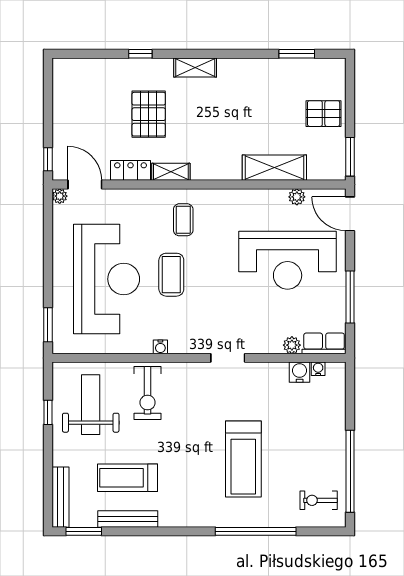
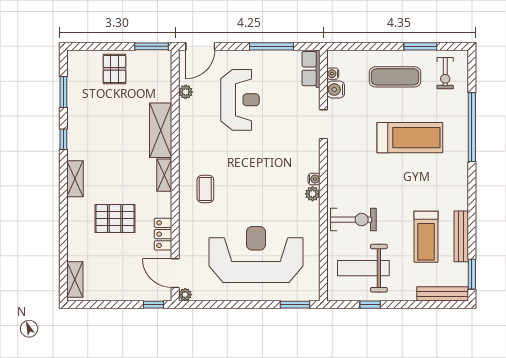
window: (140, 54) -> (63, 139), moved
shelving: (77, 67) -> (75, 280), added
shelving: (274, 168) -> (161, 130), moved
shelving: (171, 172) -> (164, 175), moved
door: (85, 184) -> (175, 273), hinge flipped
coffee table: (183, 220) -> (205, 189), turned 90
reception desk: (288, 260) -> (240, 100), width x0.74, depth x0.77
coffee table: (171, 275) -> (252, 199), removed
plant: (292, 345) -> (313, 194), moved
water cooler: (160, 347) -> (314, 179), moved
doorway: (228, 358) -> (323, 124), moved
exercise mat: (314, 442) -> (395, 77), added
window: (350, 471) -> (420, 46), width x0.47

